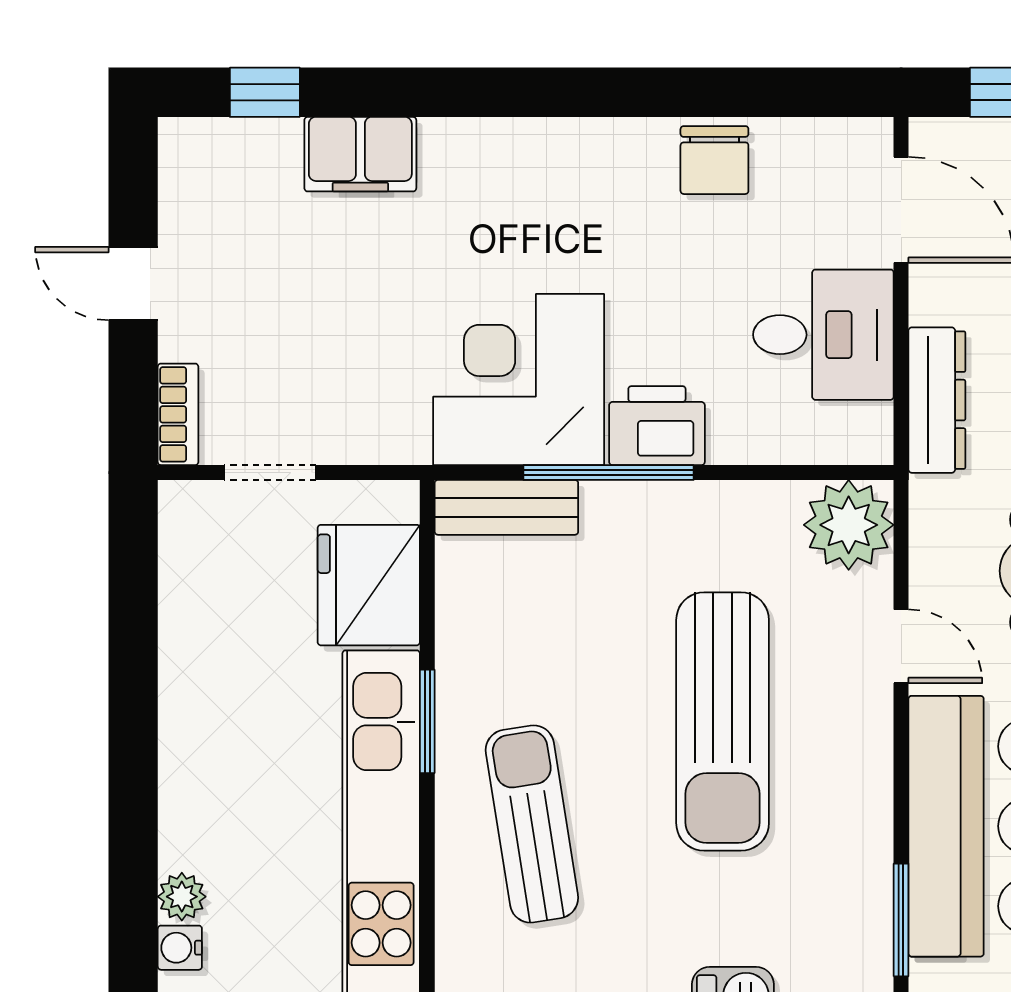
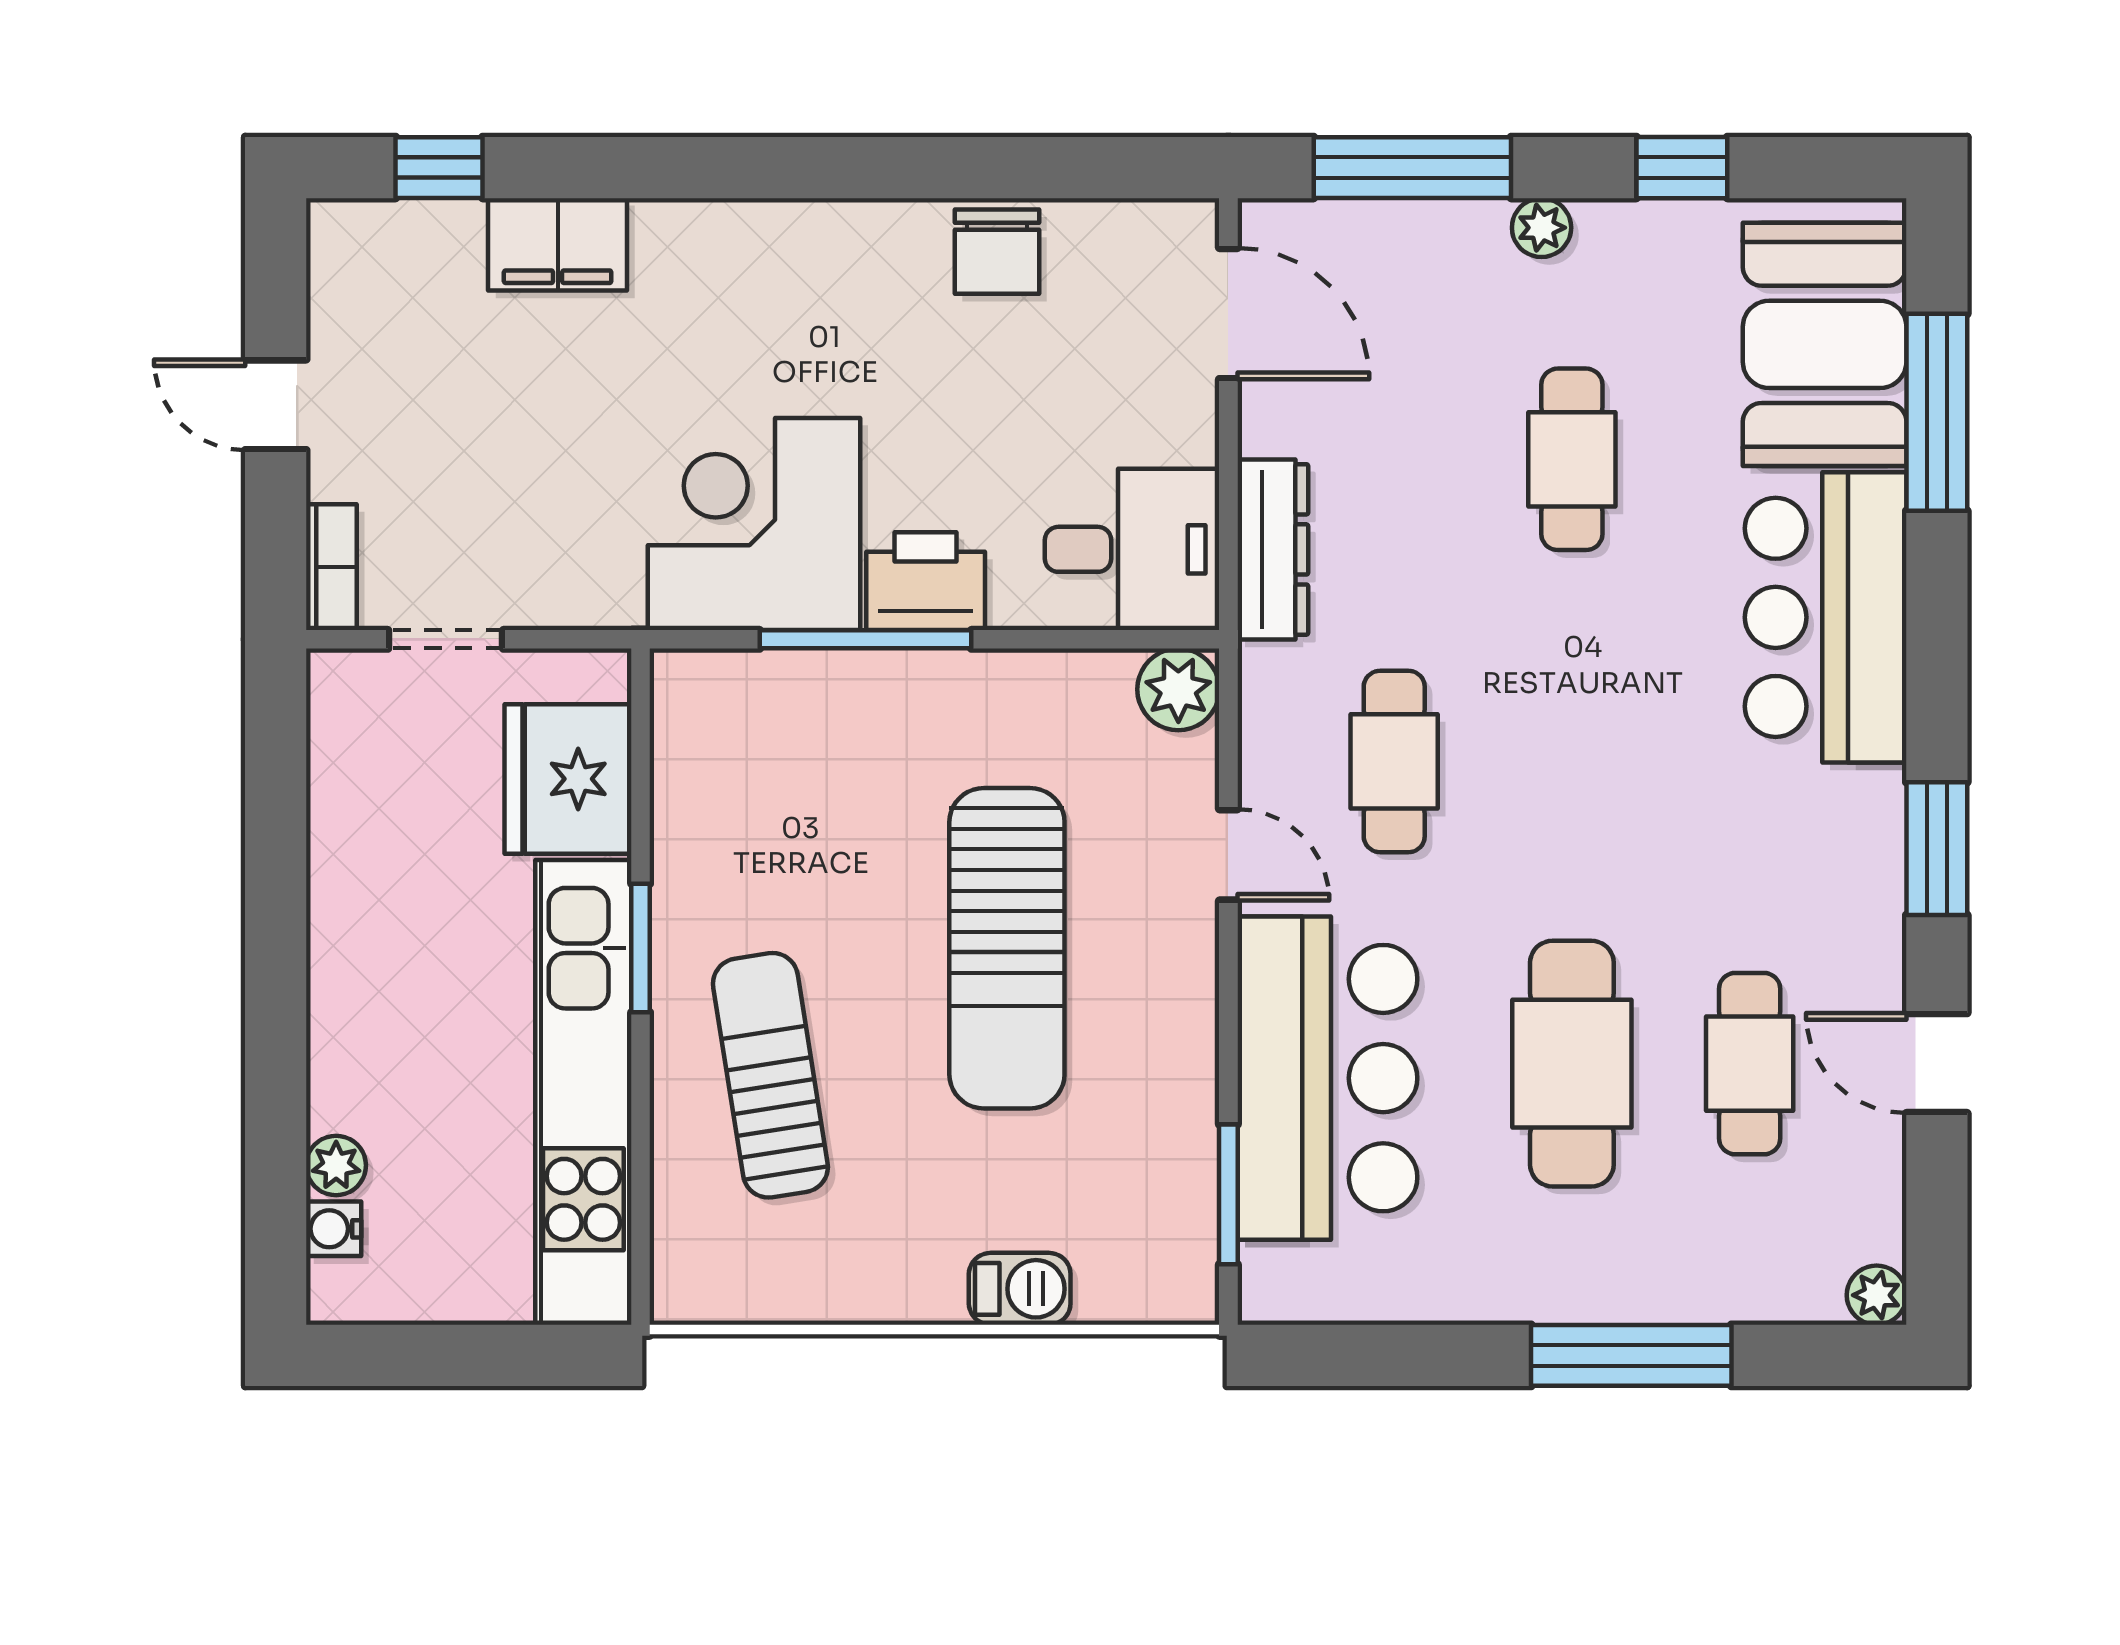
desk: (823, 335) -> (1132, 549), moved
bench: (506, 507) -> (739, 683), removed
plant: (849, 525) -> (1178, 689), width x0.73, depth x0.73

